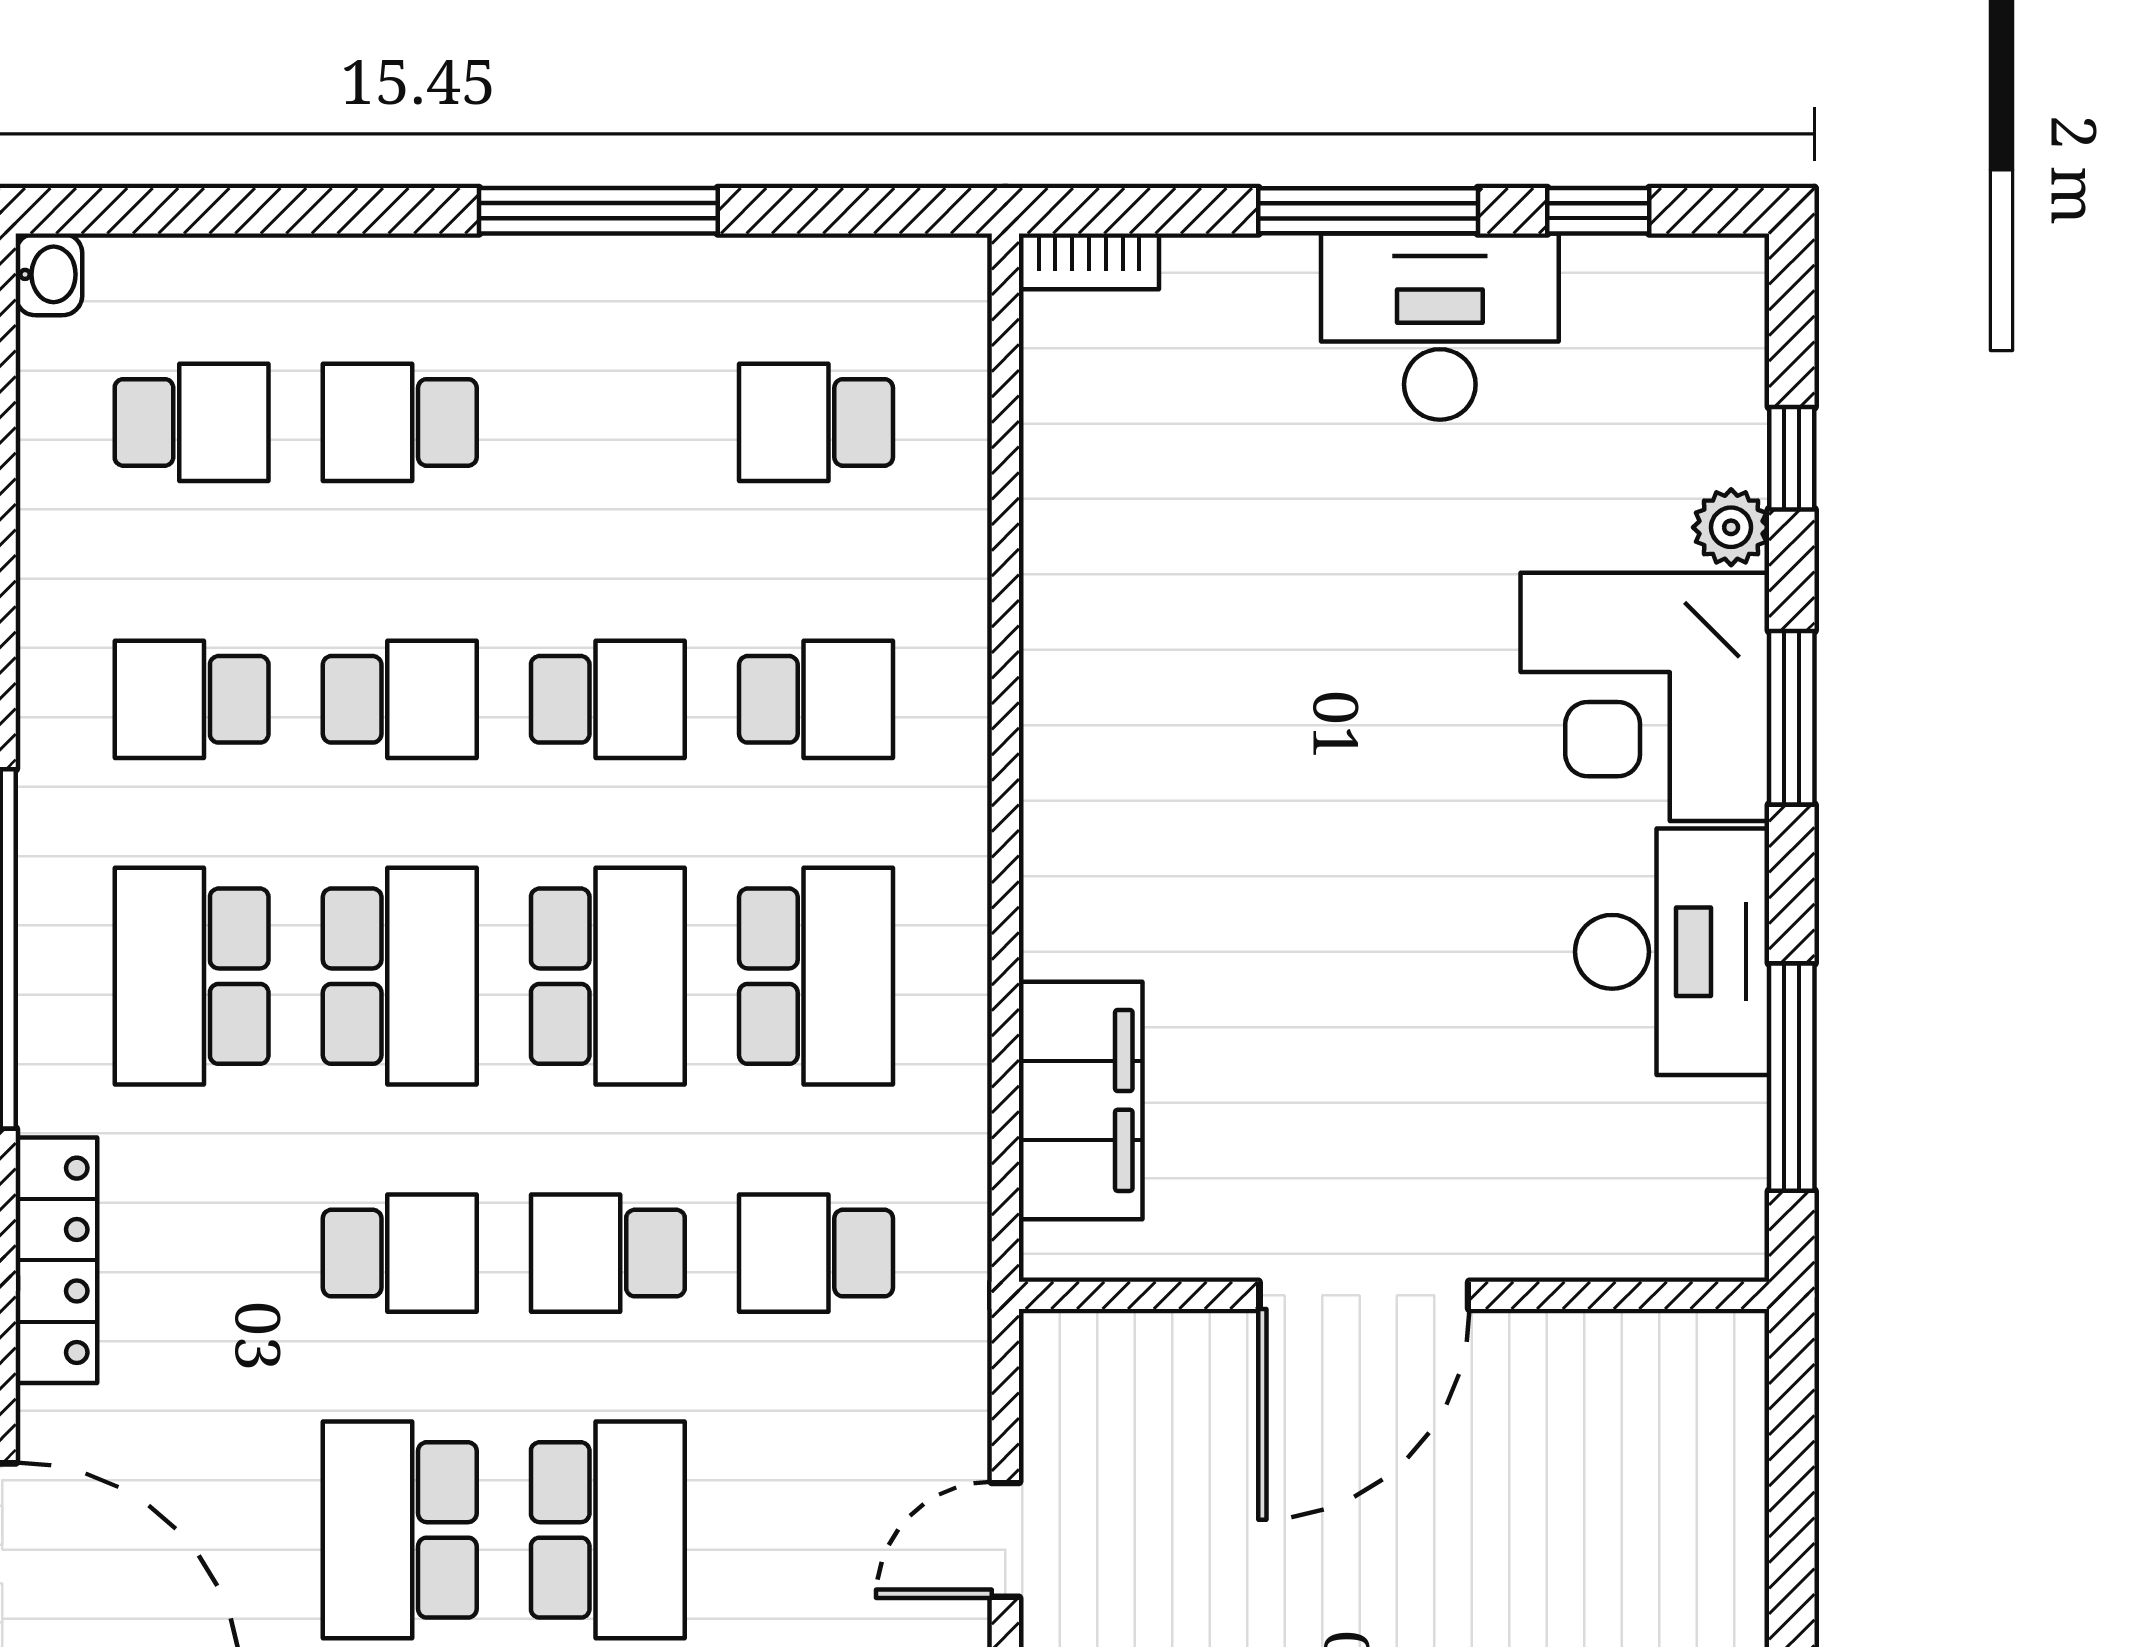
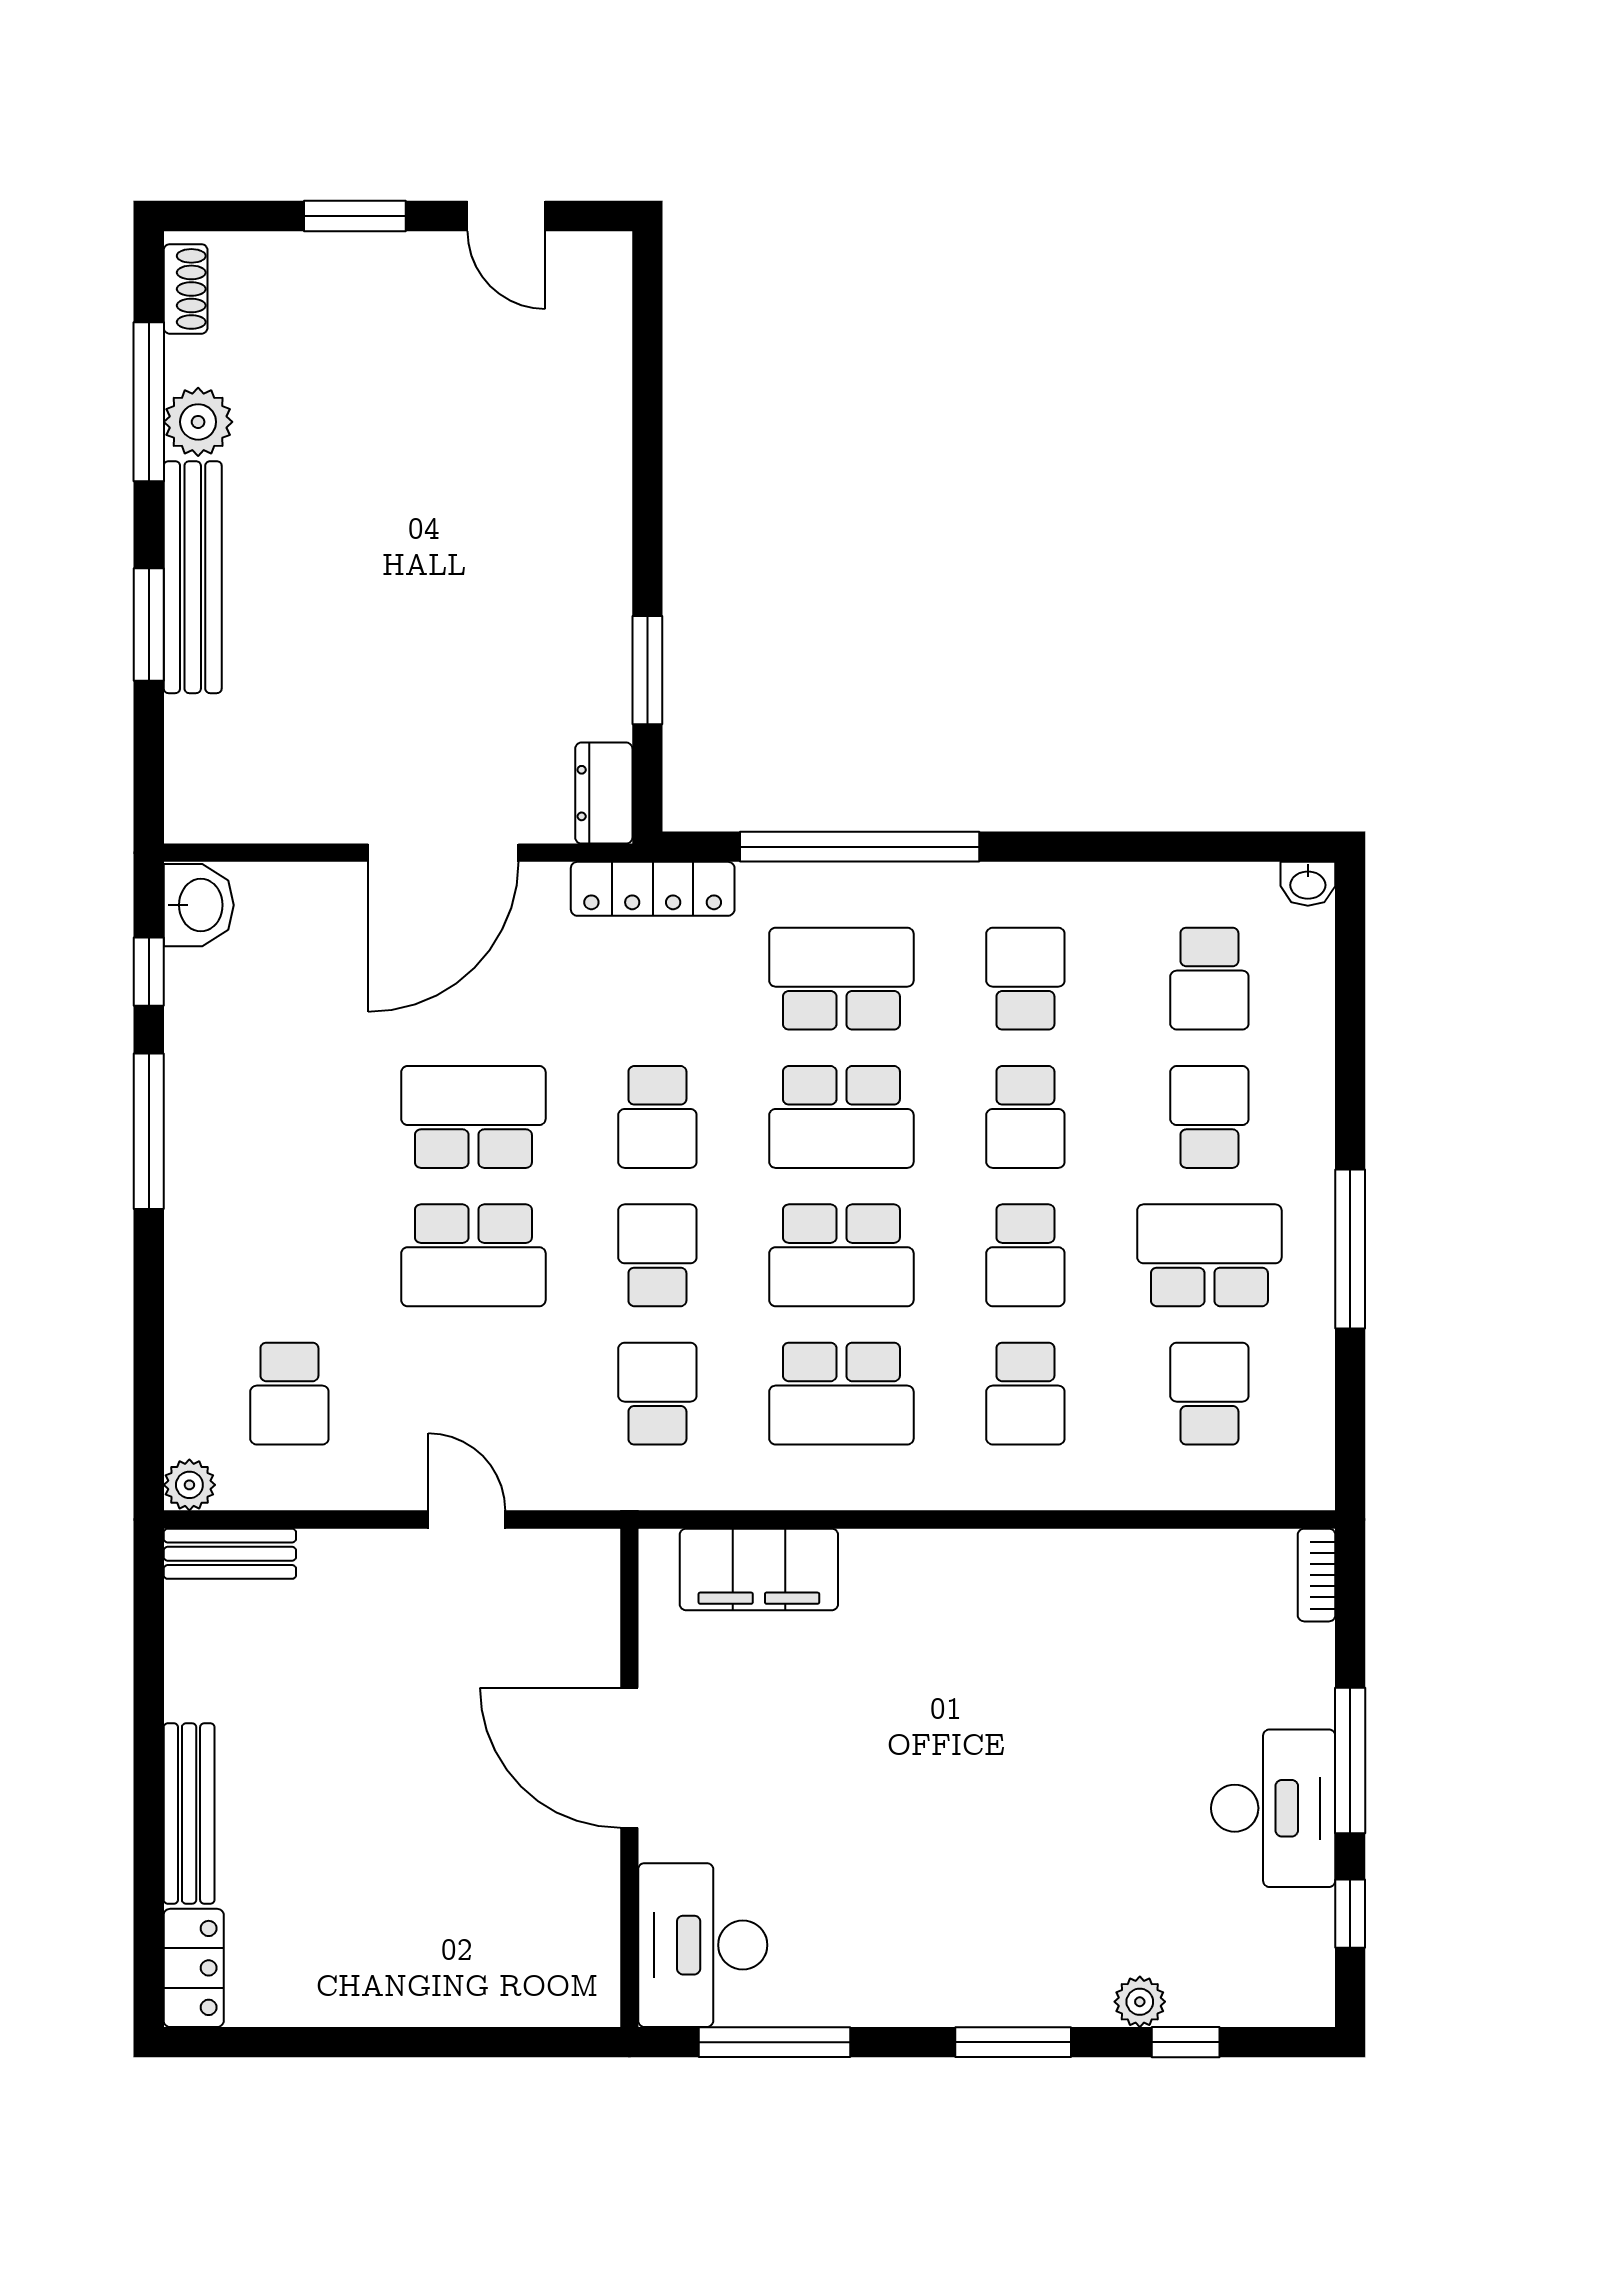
school desk: (608, 422) -> (1209, 1255), added
corner desk: (1645, 697) -> (1027, 1945), removed
desk: (1672, 952) -> (703, 1945), moved, turned 90

